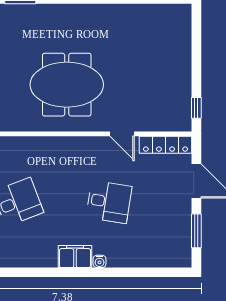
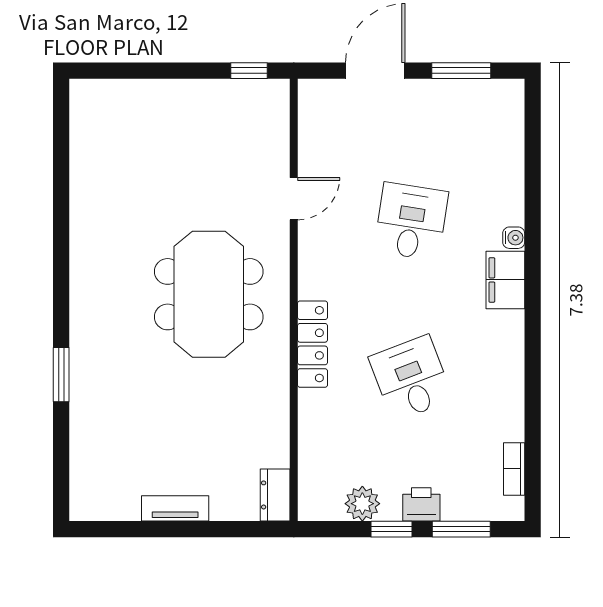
locker: (166, 145) -> (312, 344), moved

